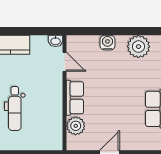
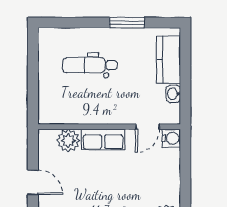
washbasin: (56, 41) -> (173, 94), moved
water cooler: (107, 43) -> (171, 138), moved

